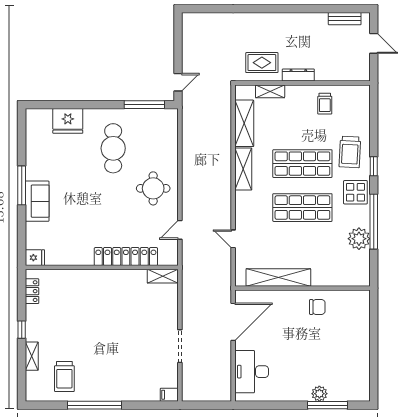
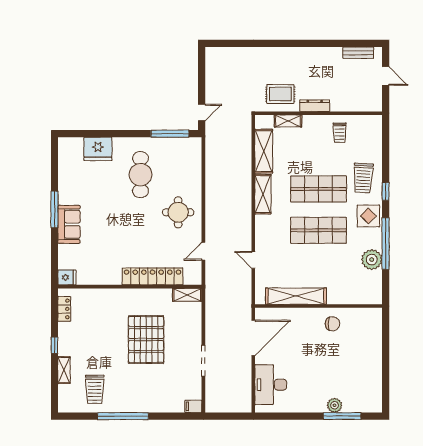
pallet: (119, 324) -> (146, 340), added

